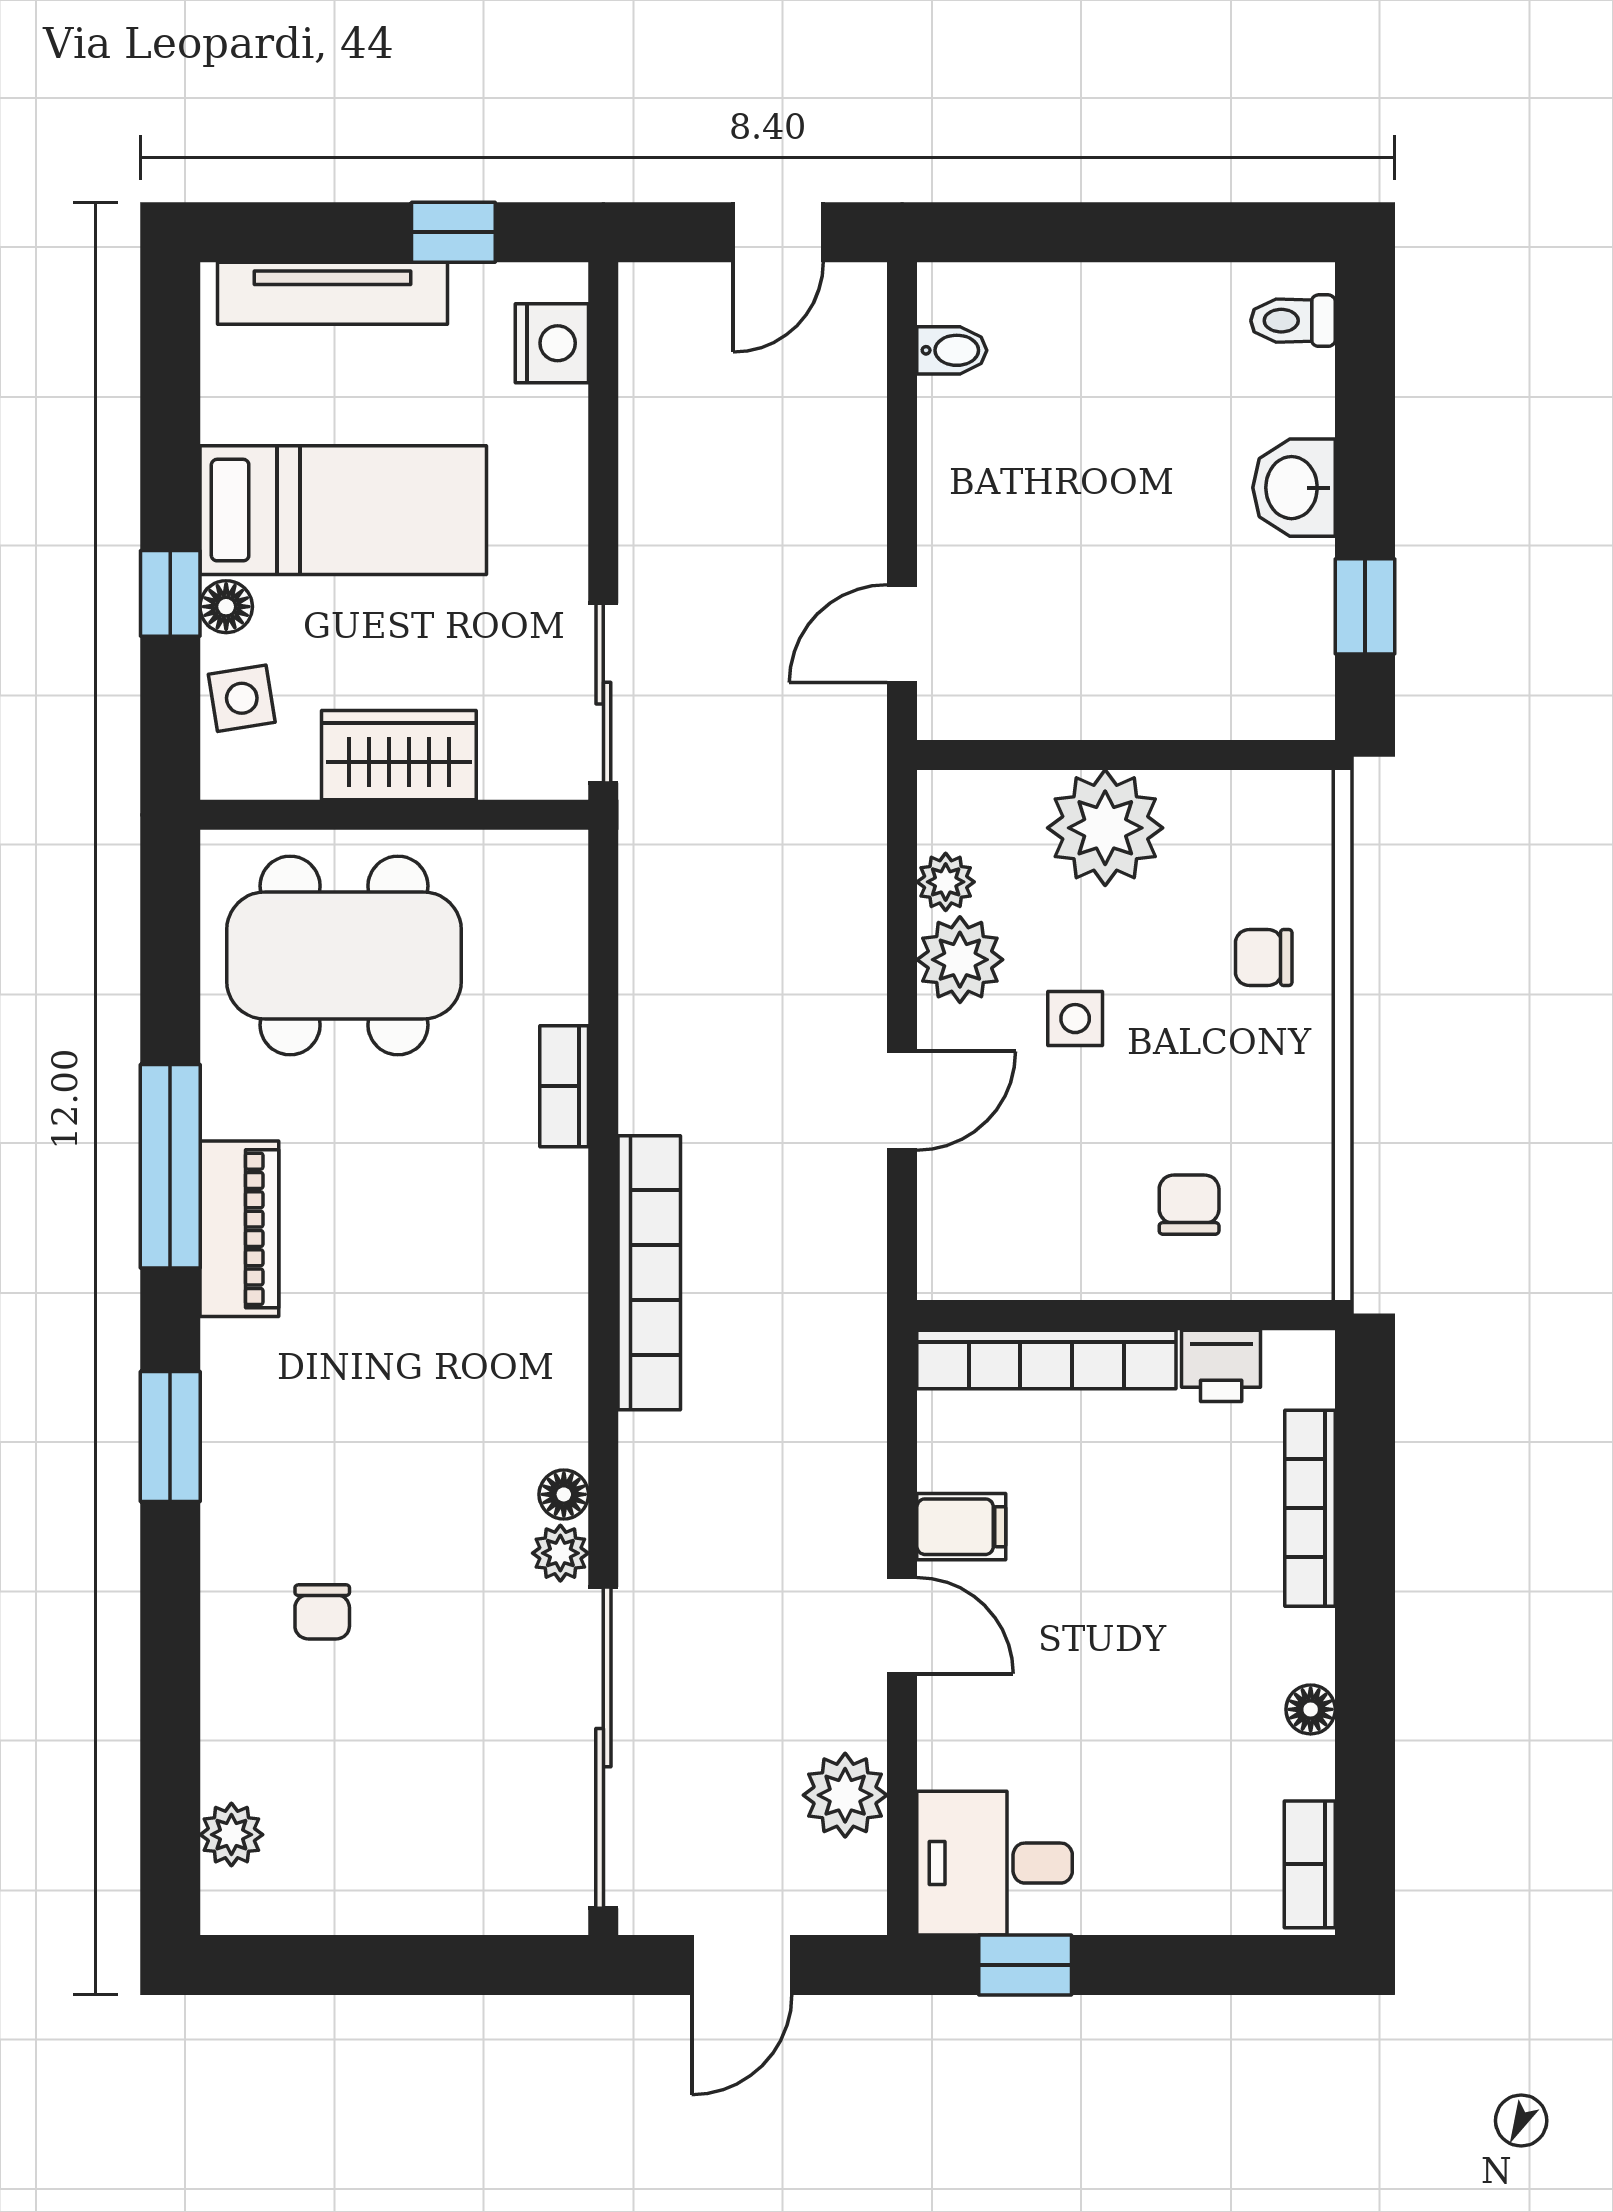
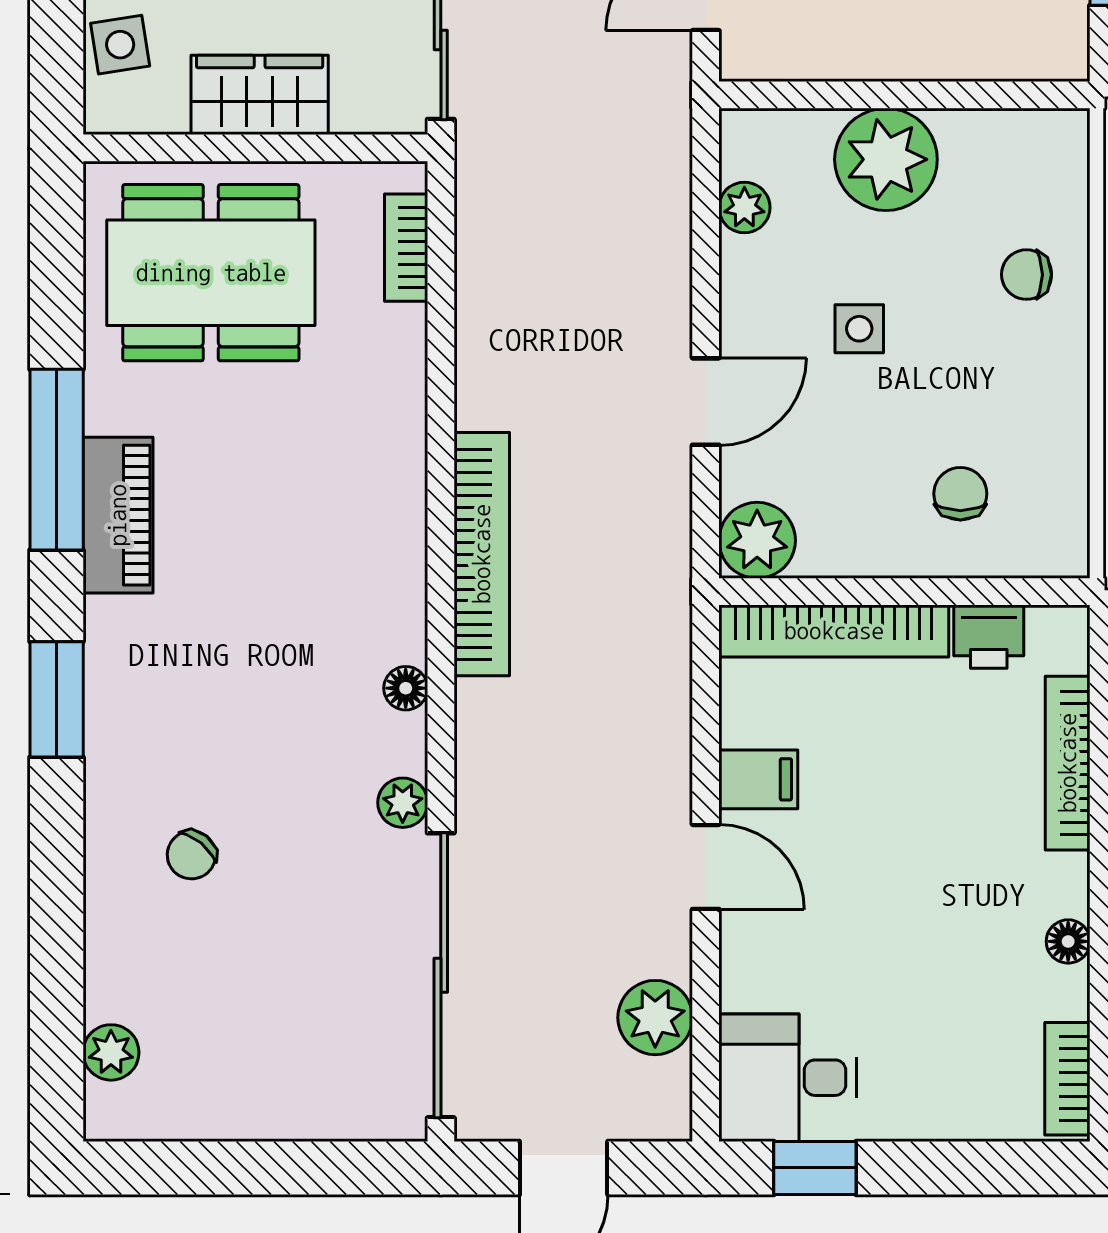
plant: (960, 960) -> (757, 540), moved
bookcase: (564, 1086) -> (406, 248), moved
floor lamp: (564, 1494) -> (406, 688), moved
chair: (322, 1612) -> (191, 855), turned 39

